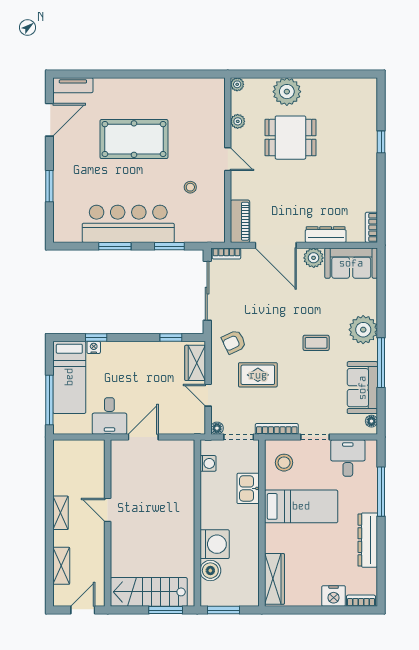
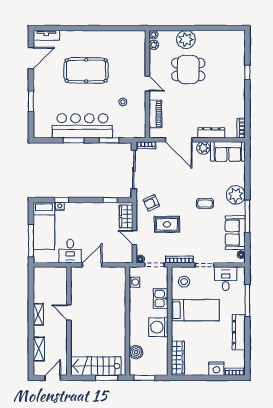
plant: (238, 121) -> (154, 45), moved
piano: (240, 221) -> (155, 114), moved
washing machine: (215, 544) -> (158, 327), moved, turned 180

